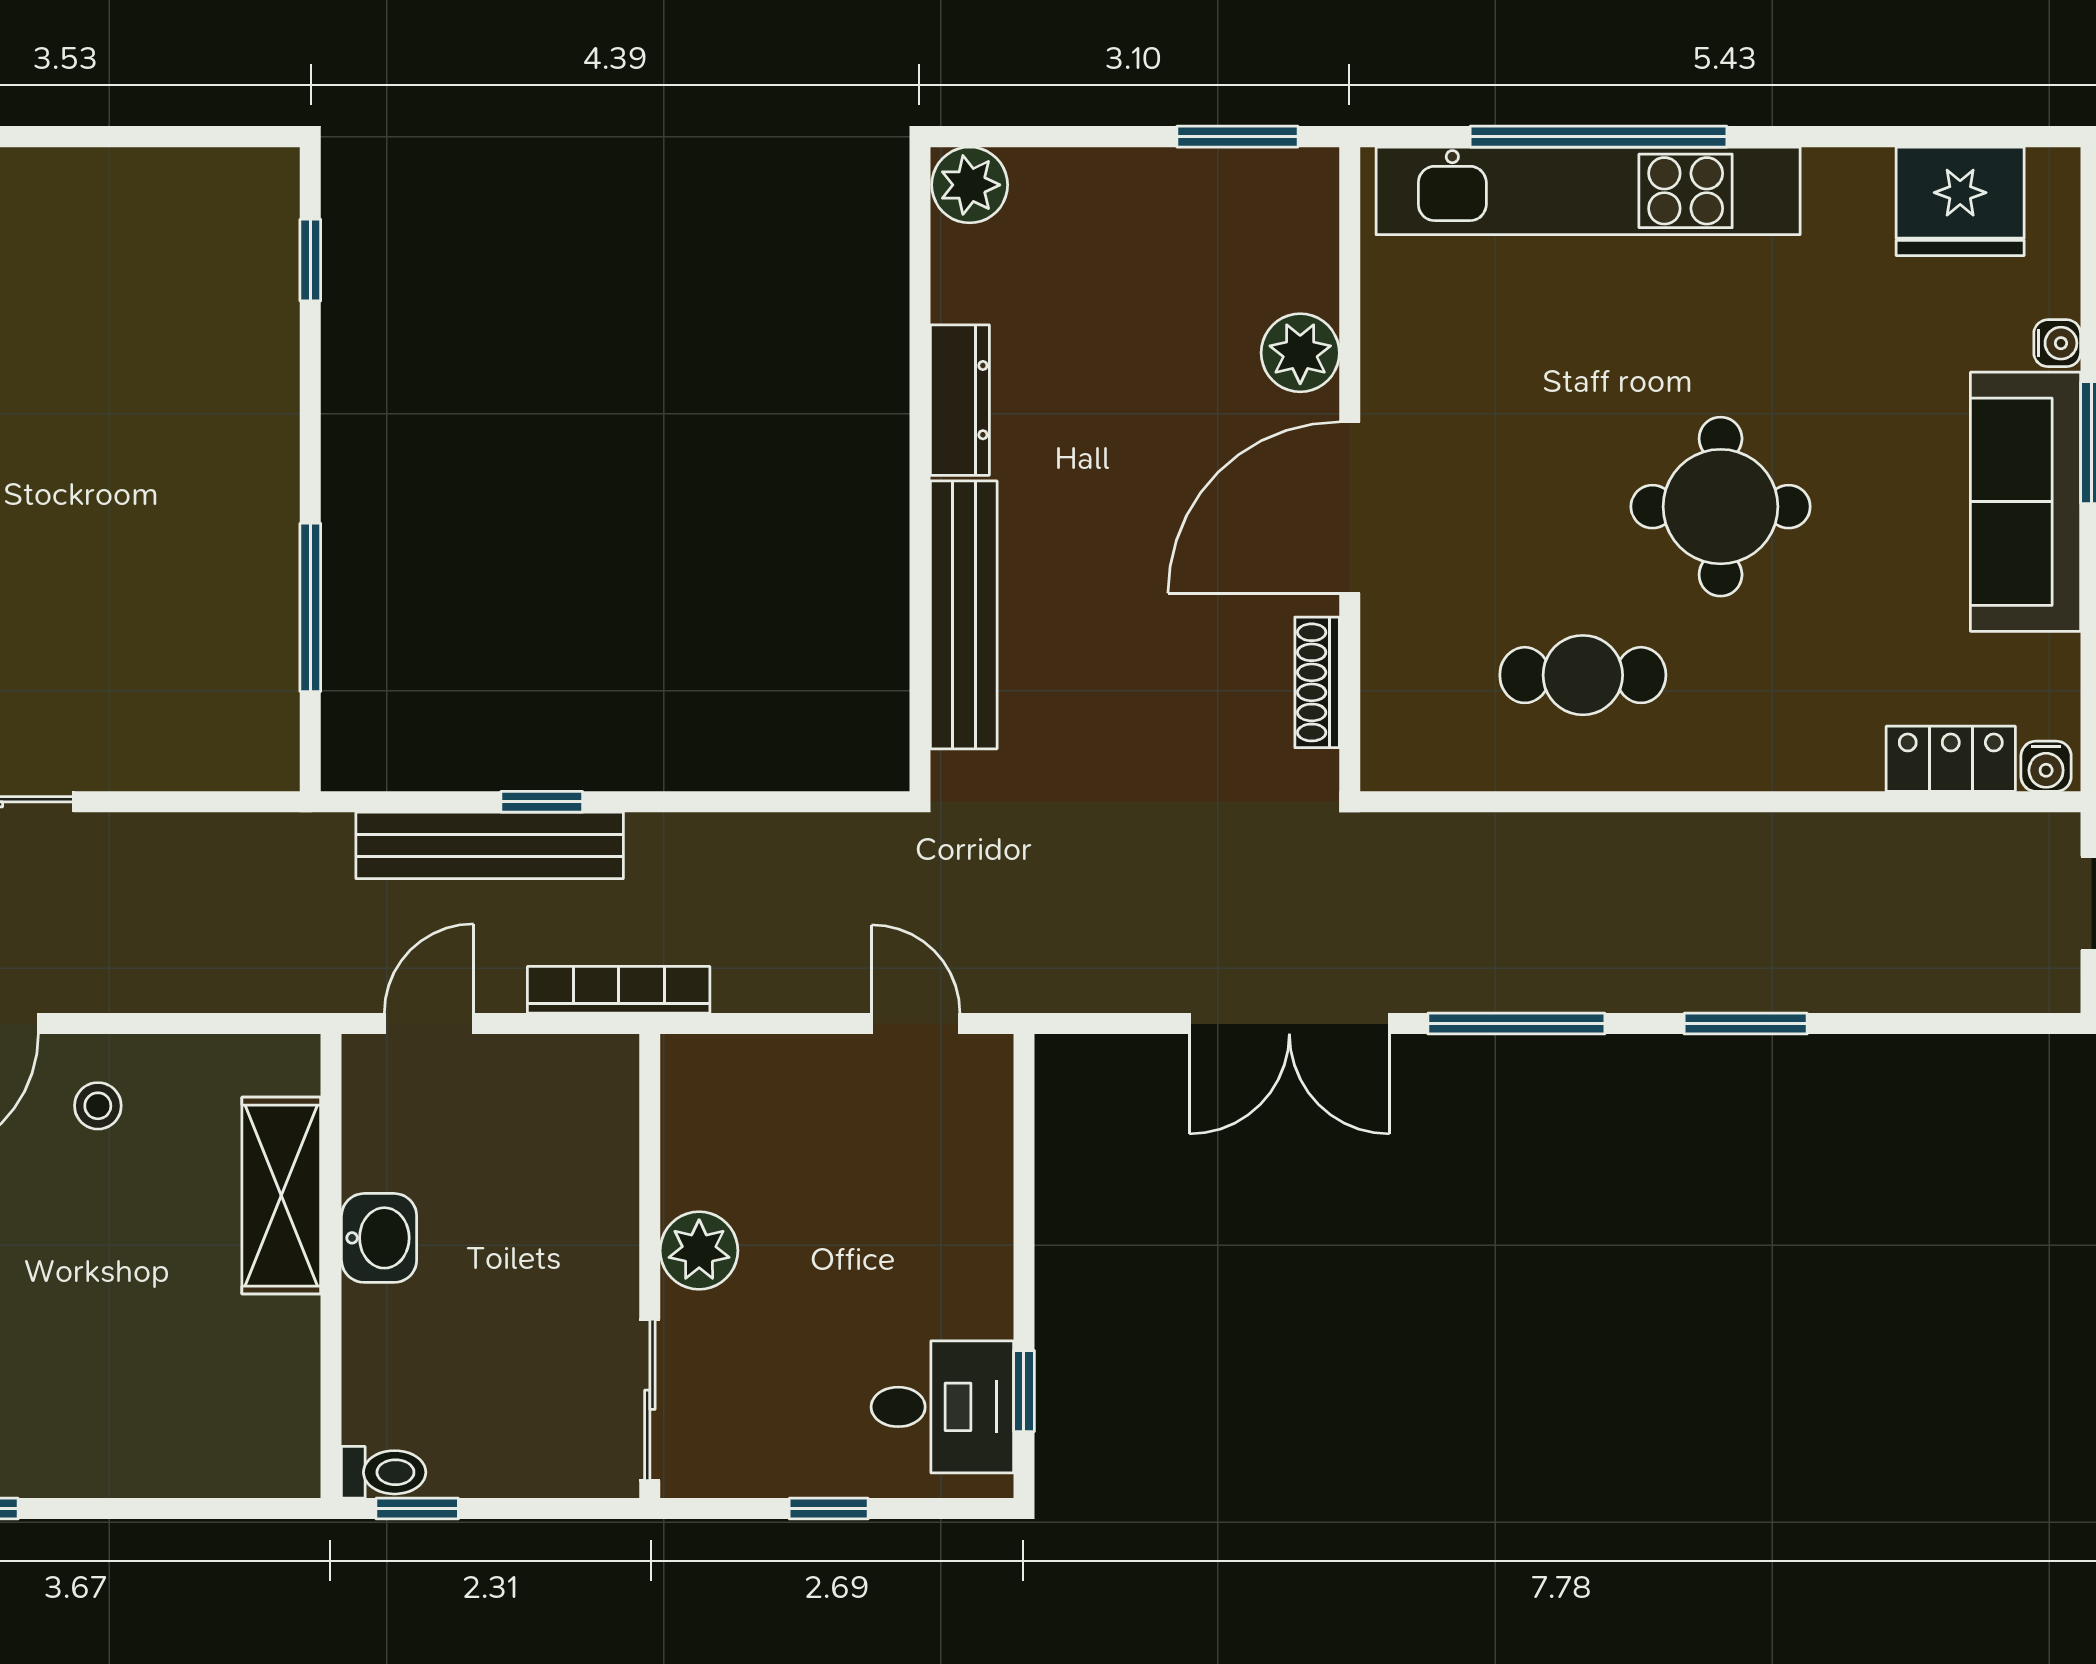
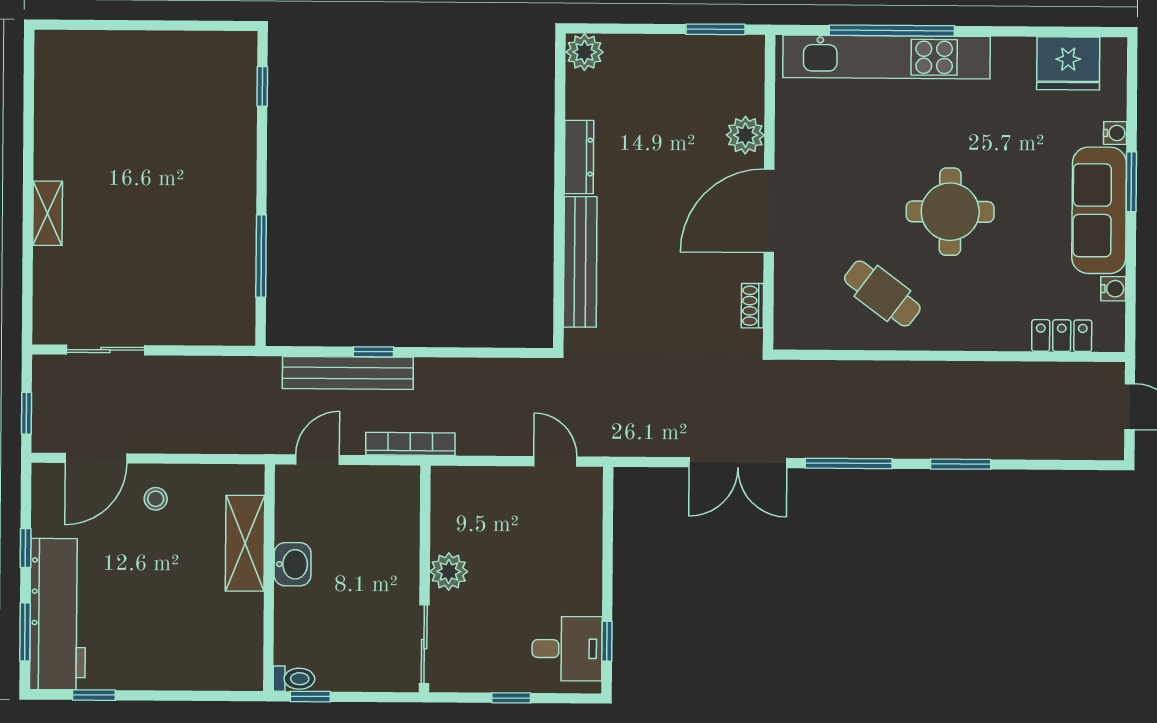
cafe table: (1583, 675) -> (882, 293), turned 37
shoe rack: (1317, 682) -> (752, 306), width x0.70
water cooler: (2046, 766) -> (1113, 289), moved, turned -90

